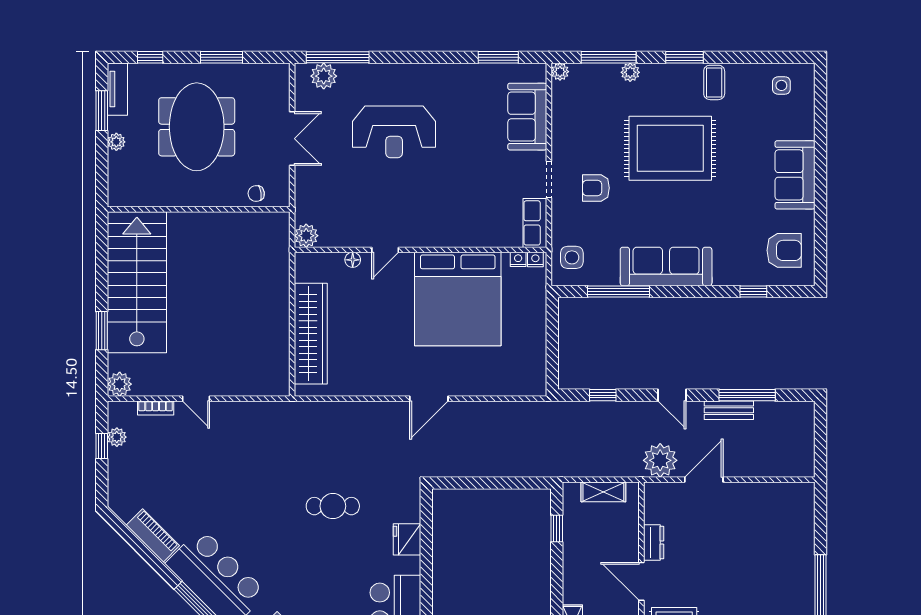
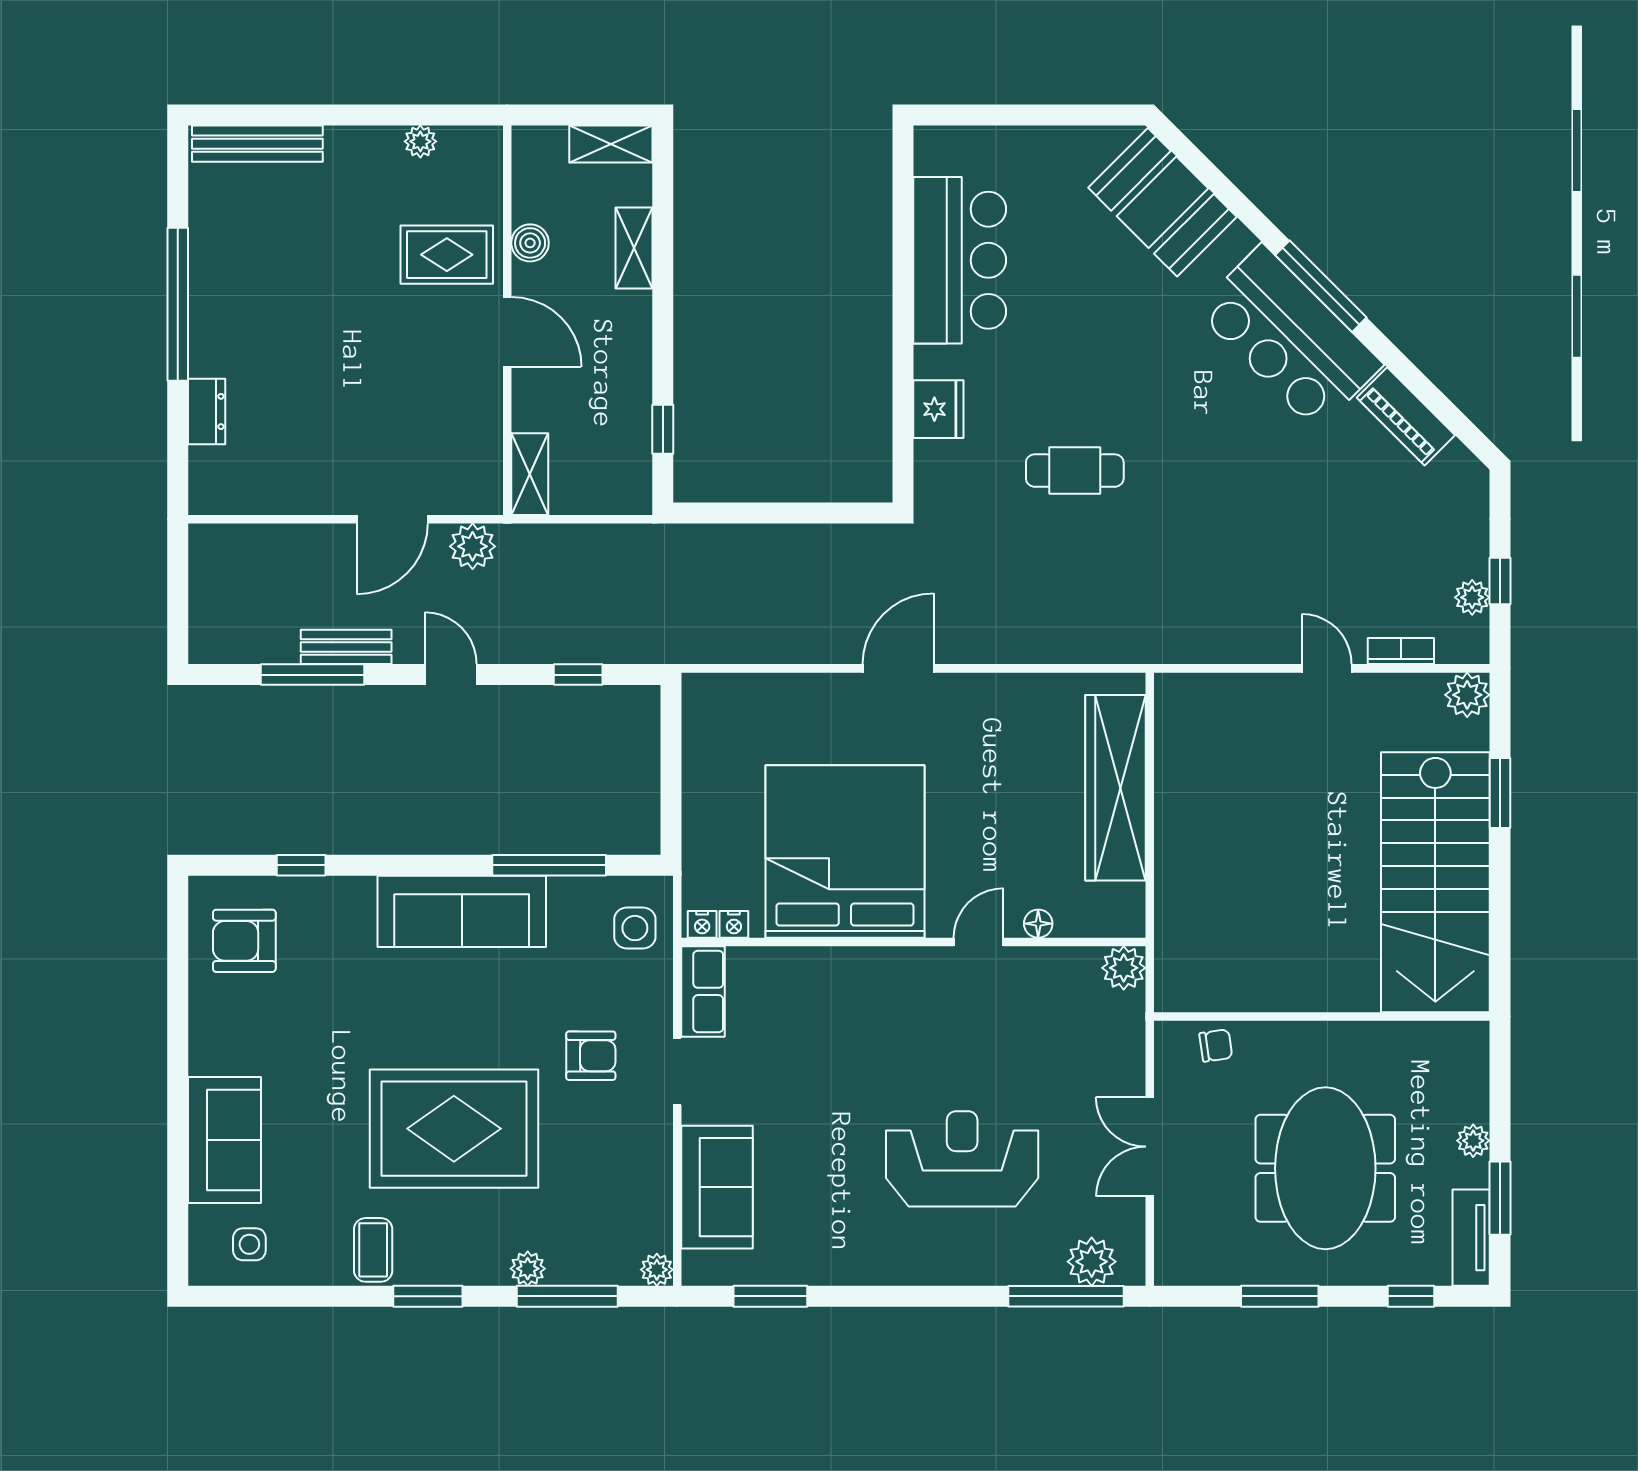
sofa: (795, 175) -> (225, 1140), moved
plant: (660, 460) -> (473, 546), width x0.73, depth x0.73
shelving: (603, 492) -> (530, 474), moved, turned 90
dresser: (654, 543) -> (207, 411), moved, turned 180

